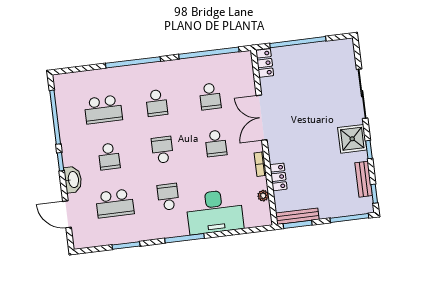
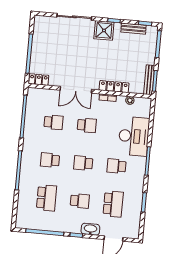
school desk: (157, 103) -> (50, 160), turned 180
locker: (278, 177) -> (114, 87), width x1.53

